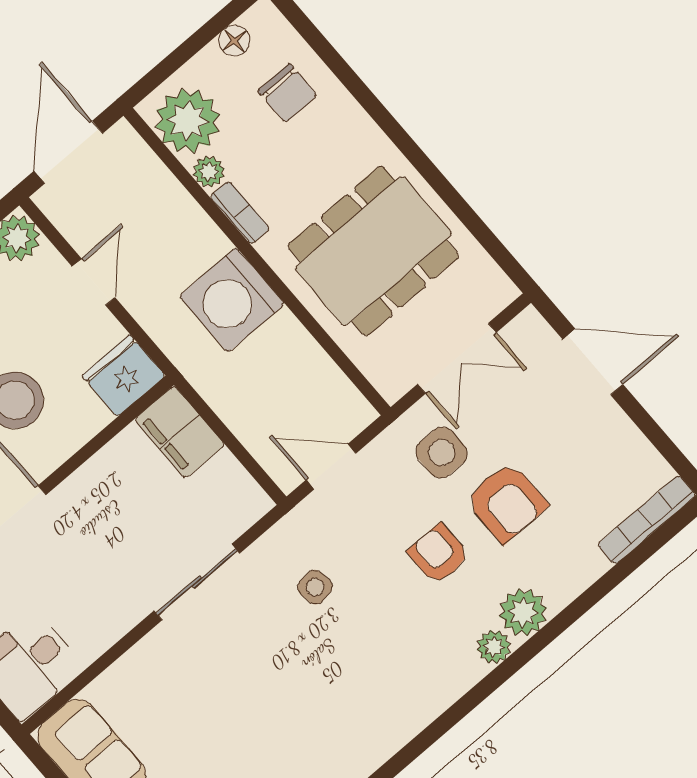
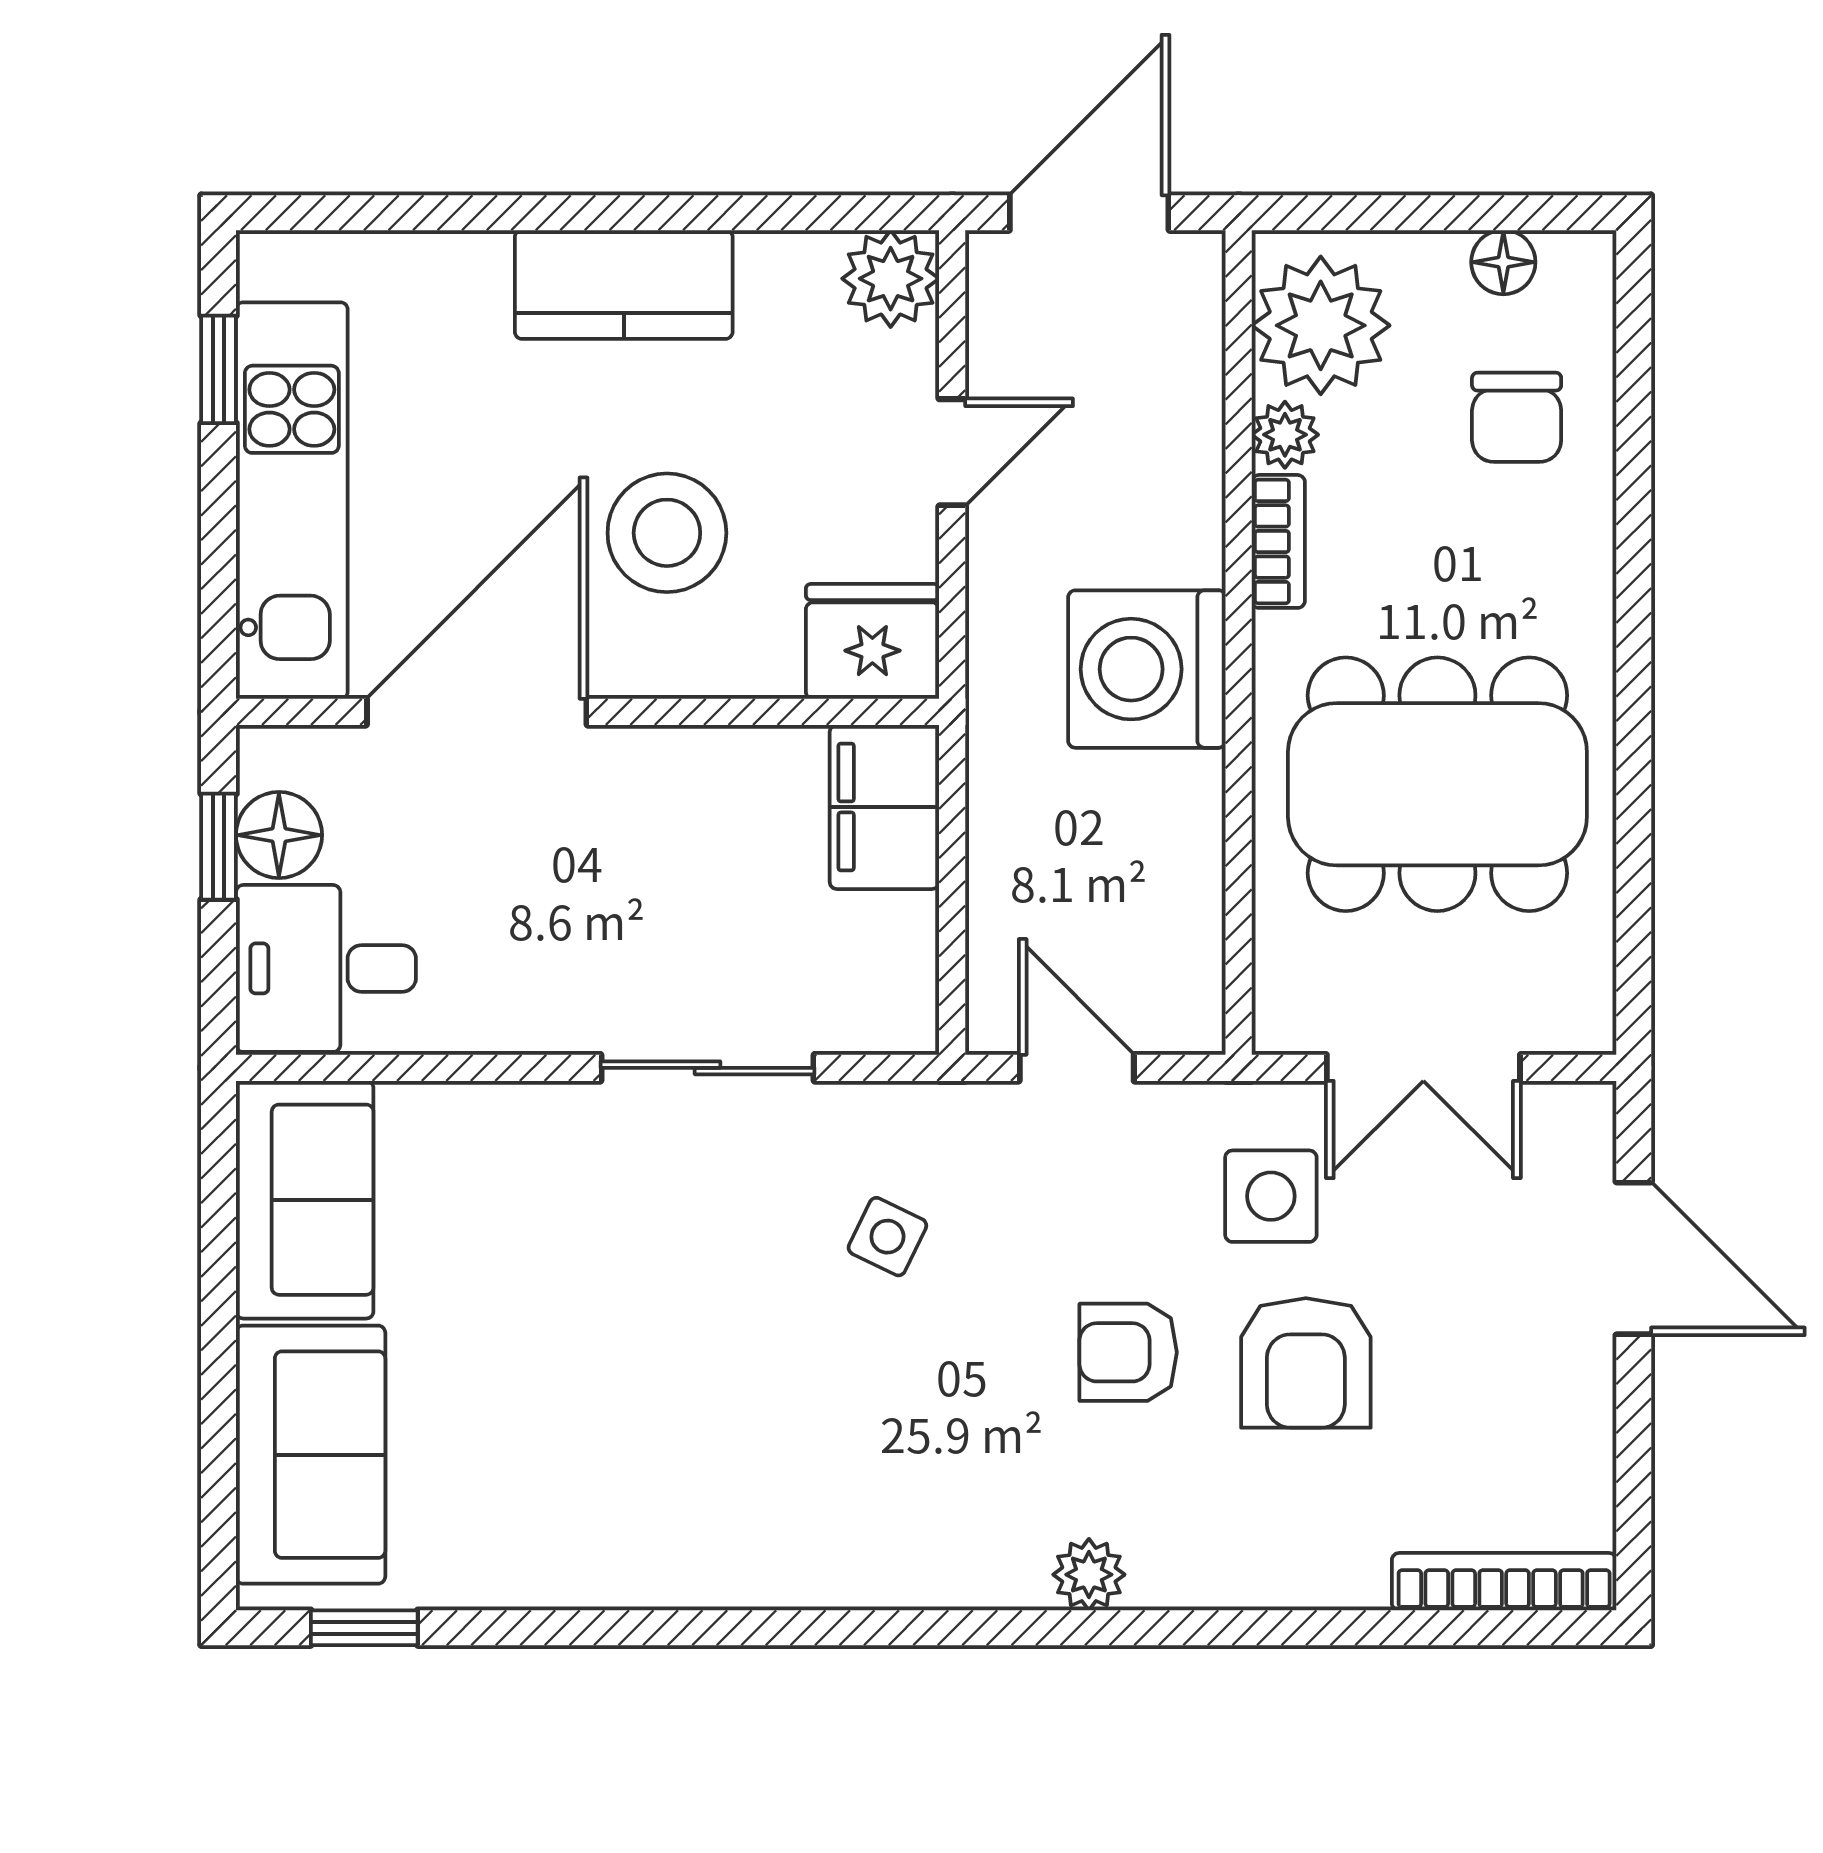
armchair: (439, 554) -> (1128, 1352), turned -90
side table: (315, 587) -> (887, 1237), turned 34
plant: (523, 612) -> (1182, 1560), removed

